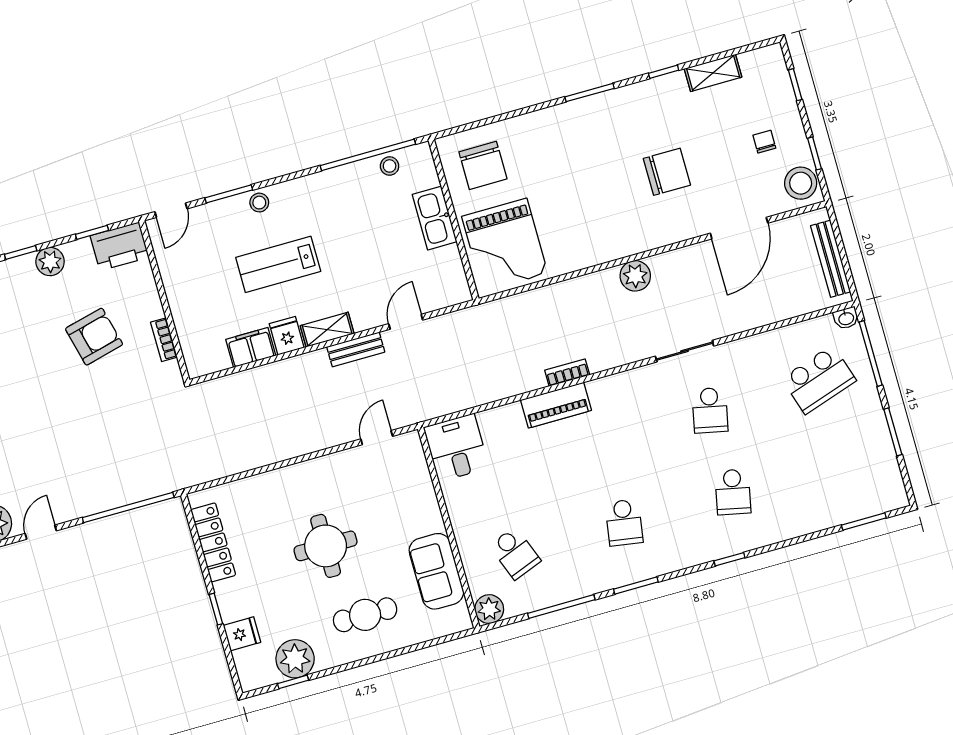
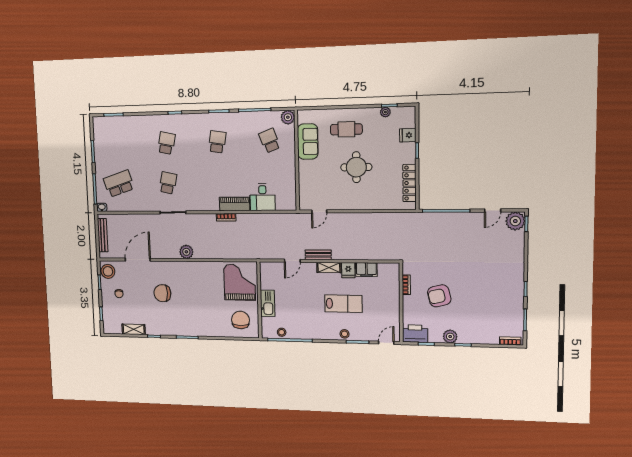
desk: (456, 448) -> (263, 197), moved
plant: (295, 659) -> (385, 112), width x0.53, depth x0.53

